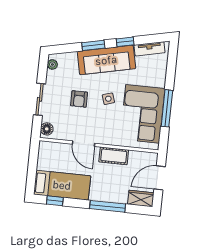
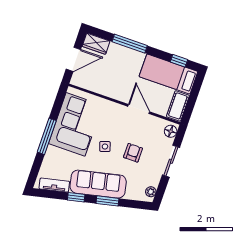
window: (167, 108) -> (47, 136), moved
cot: (114, 156) -> (178, 106), moved, turned 90

